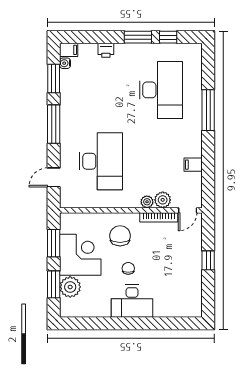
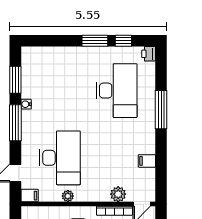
filing cabinet: (69, 50) -> (30, 196), moved
printer: (106, 50) -> (149, 54), moved, turned 90
water cooler: (65, 63) -> (26, 104), moved
plant: (147, 202) -> (68, 196), moved

